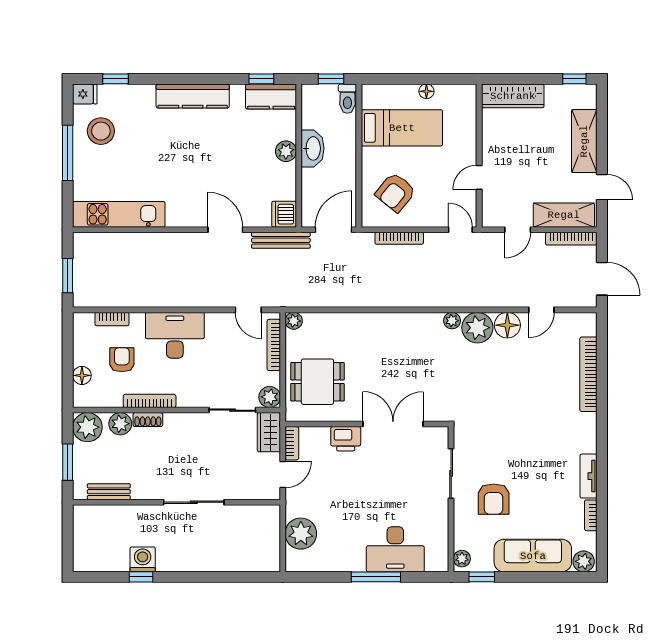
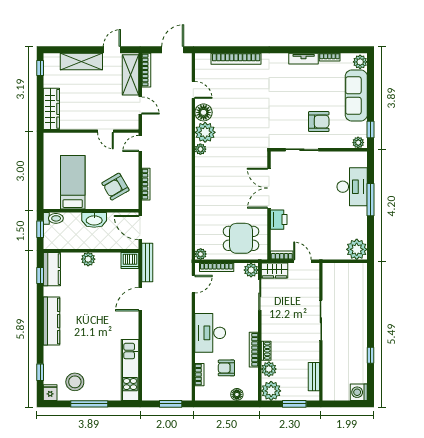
floor lamp: (426, 91) -> (48, 166), removed
washbasin: (313, 148) -> (94, 220), moved, turned 180
armchair: (395, 192) -> (115, 187), turned 111
dining table: (317, 382) -> (241, 238), turned 90
plant: (301, 534) -> (357, 249), moved
washing machine: (143, 559) -> (359, 392), moved

